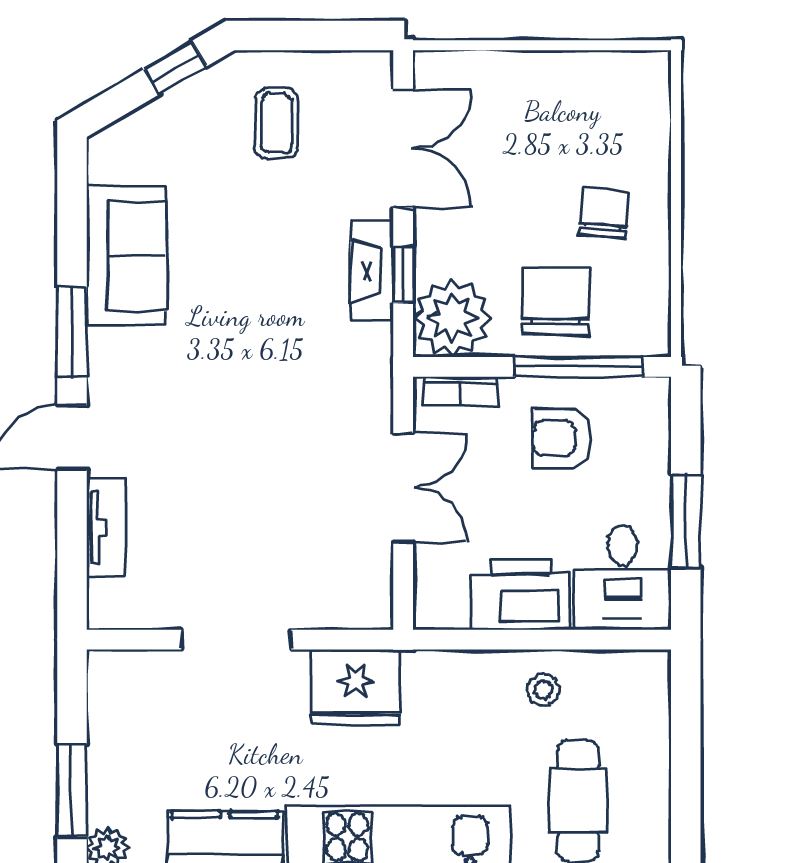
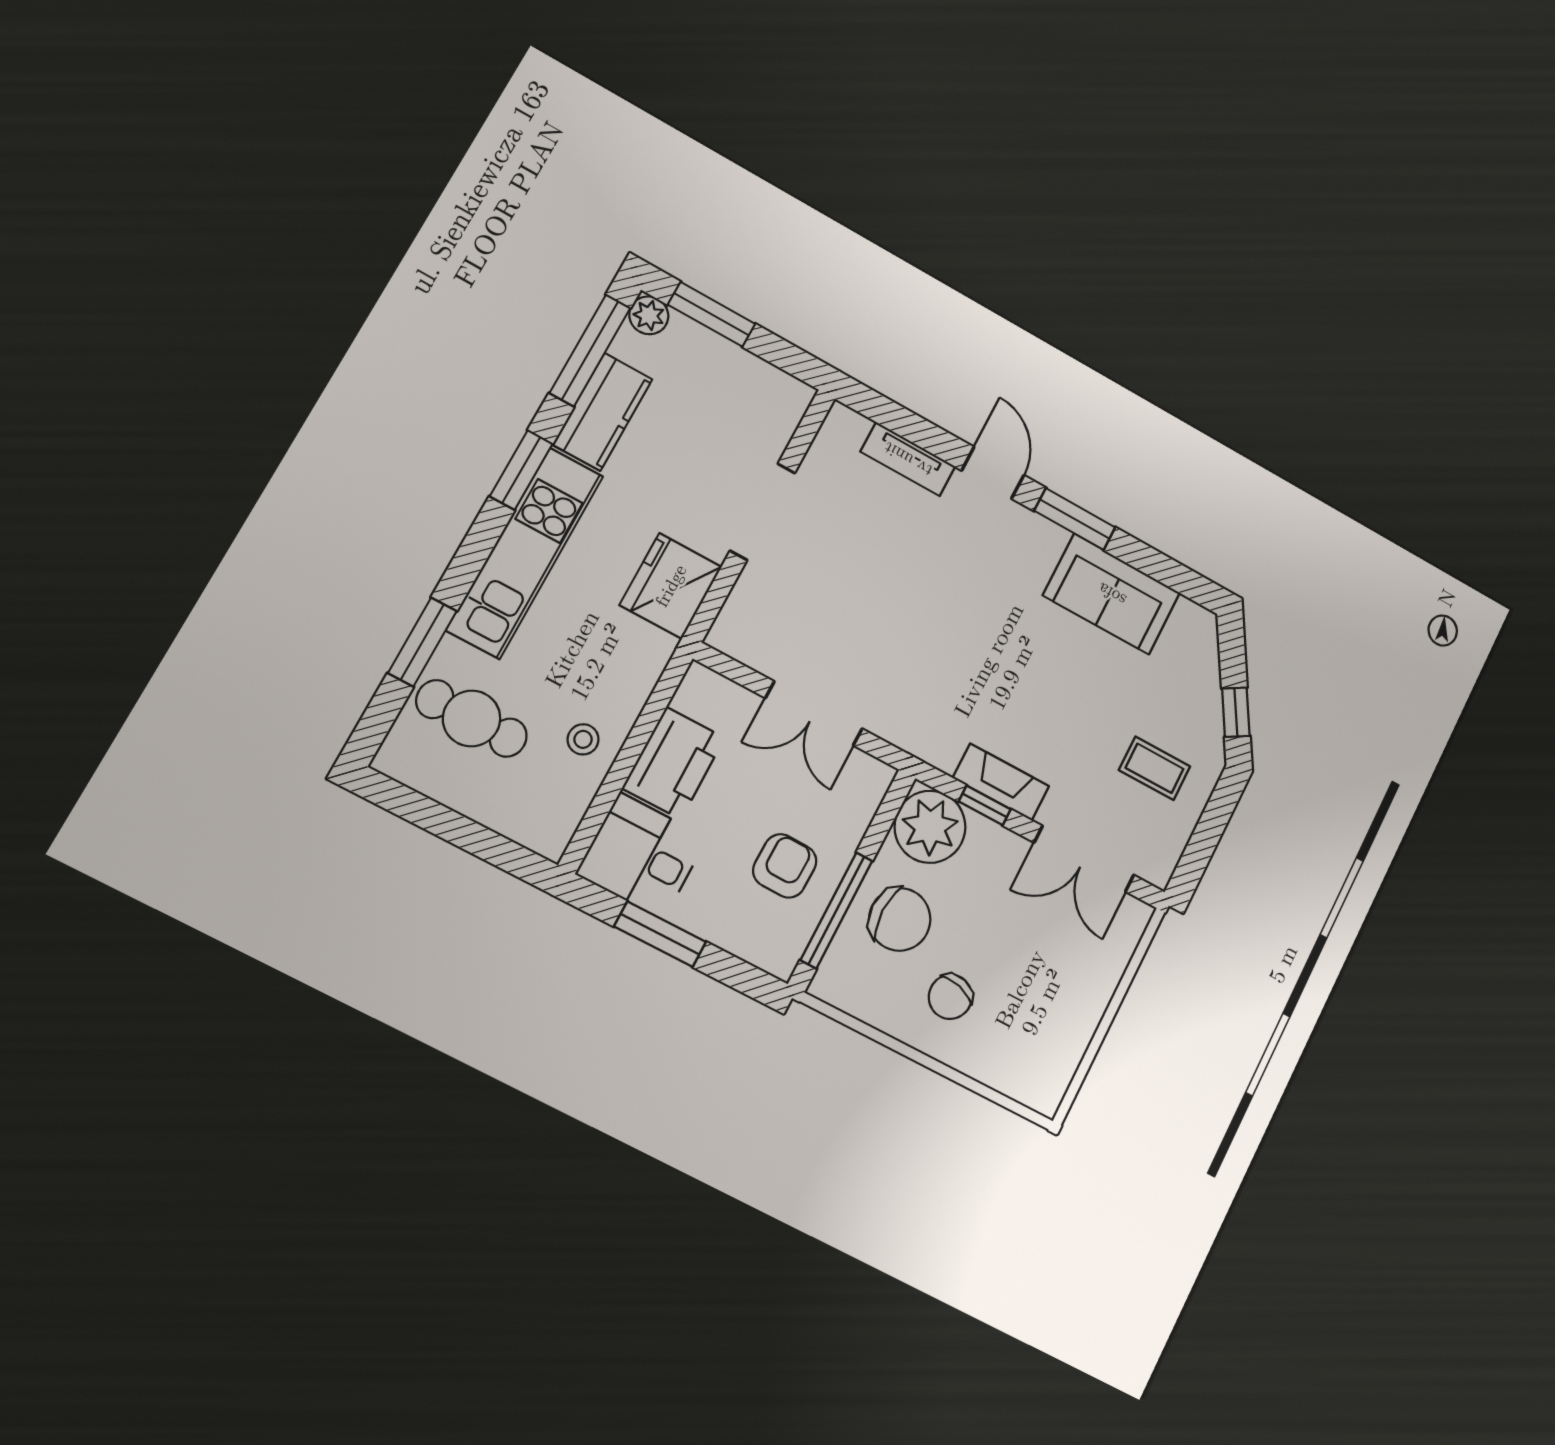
chair: (604, 213) -> (950, 997), turned 100
bookcase: (460, 392) -> (867, 802), removed

